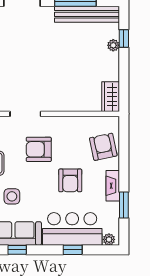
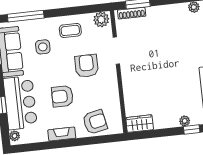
window: (124, 205) -> (46, 146), removed

